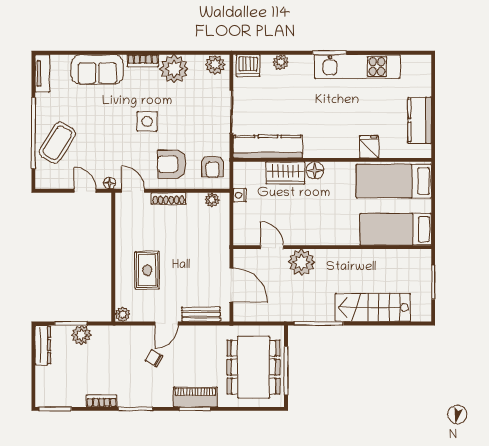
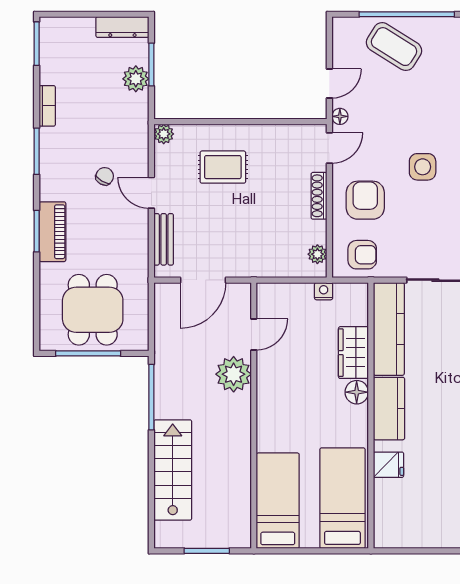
kitchen counter: (420, 120) -> (389, 409), moved, turned 90
armchair: (212, 166) -> (362, 255), turned 180
dining table: (253, 367) -> (93, 310), width x0.73

